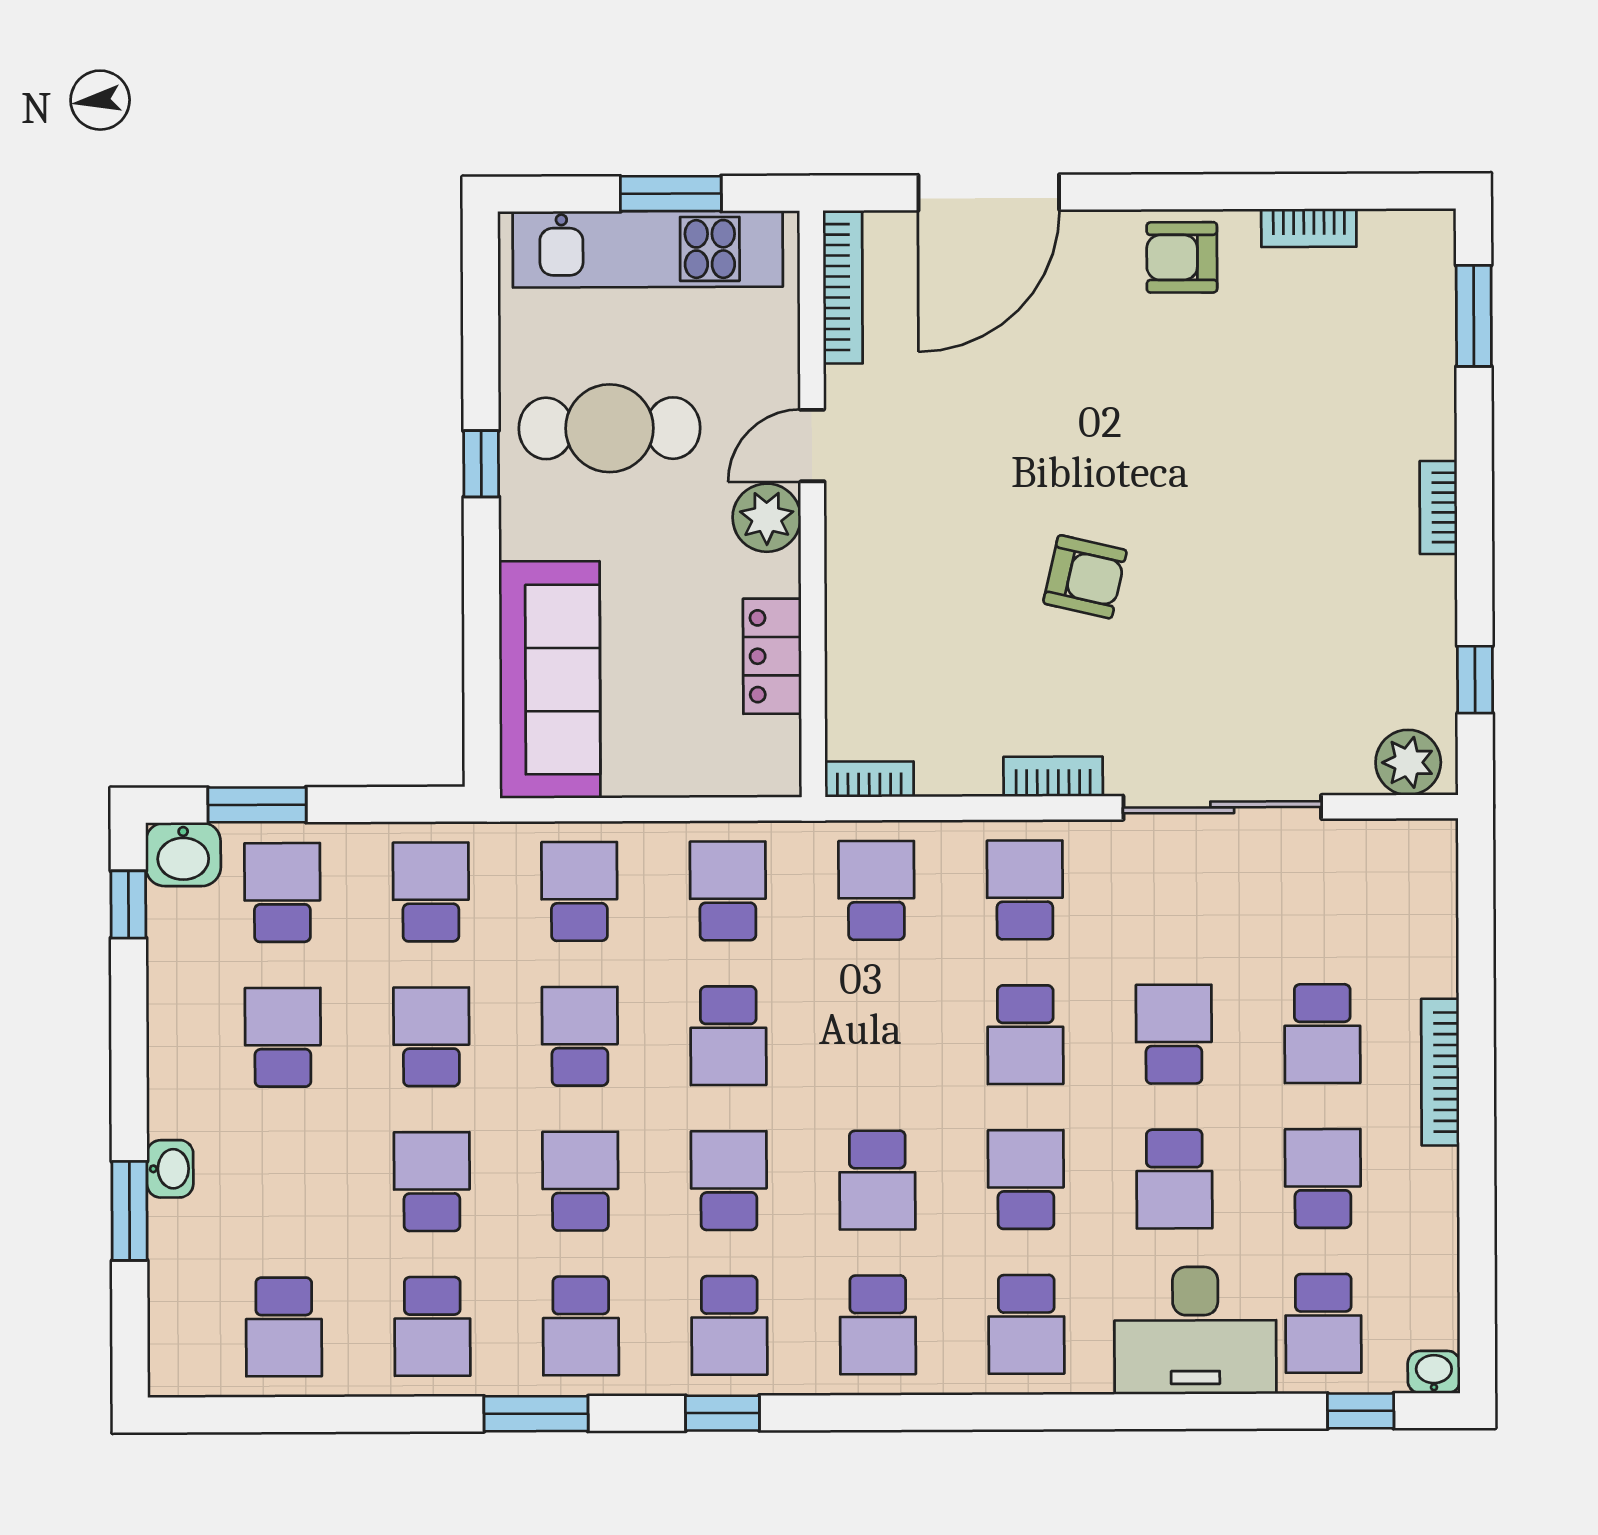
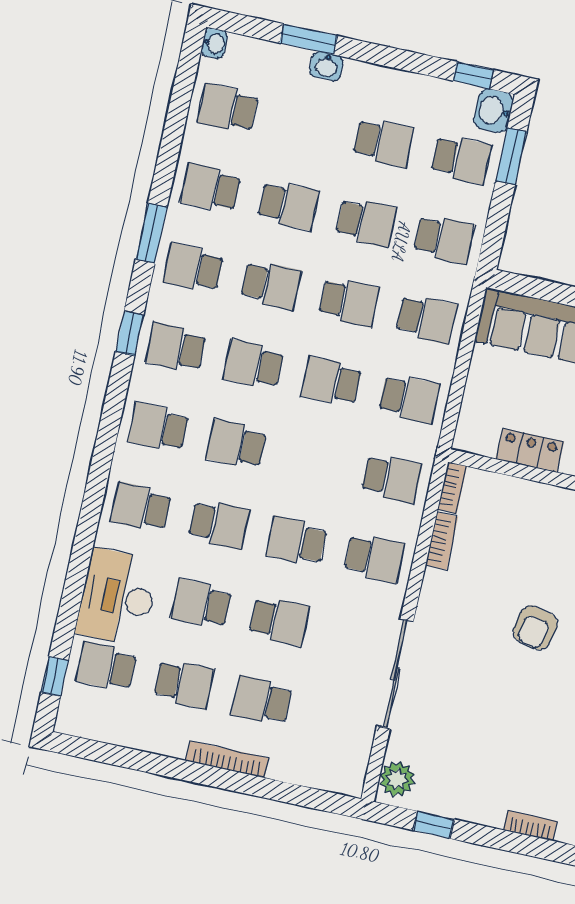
bookcase: (1053, 776) -> (442, 541), moved
school desk: (729, 1181) -> (253, 365), turned 180
washbasin: (1434, 1372) -> (214, 43), moved

